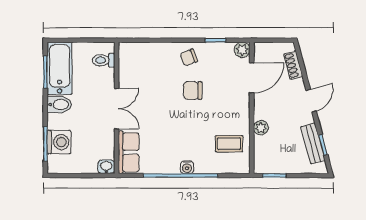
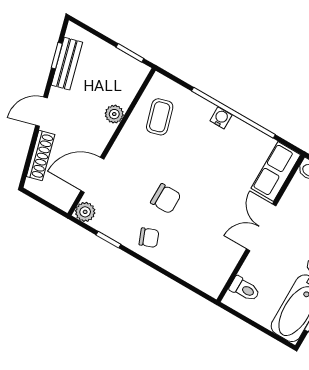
shoe rack: (293, 65) -> (41, 156), width x1.43
coffee table: (229, 144) -> (160, 117), turned 74

